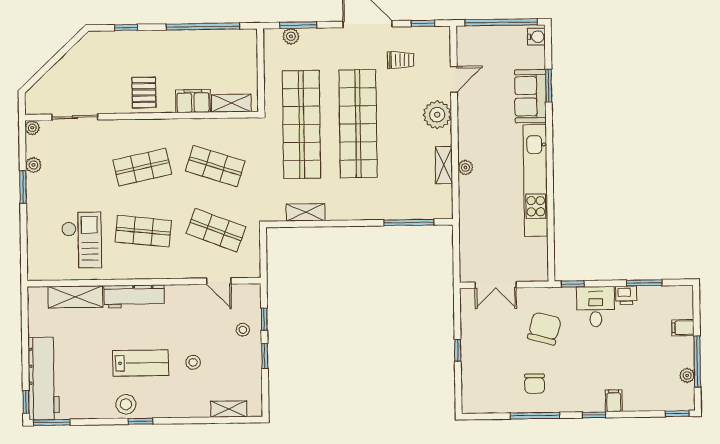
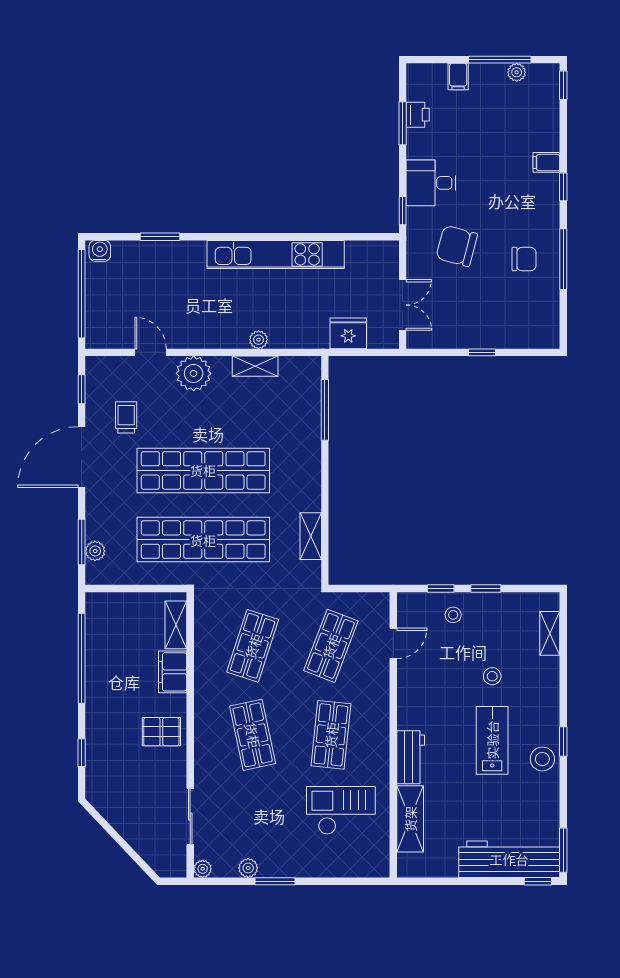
sofa: (530, 96) -> (173, 259), removed
fridge: (472, 241) -> (348, 333), added
printer: (626, 295) -> (418, 115), moved
workbench: (134, 296) -> (411, 757), width x0.73

